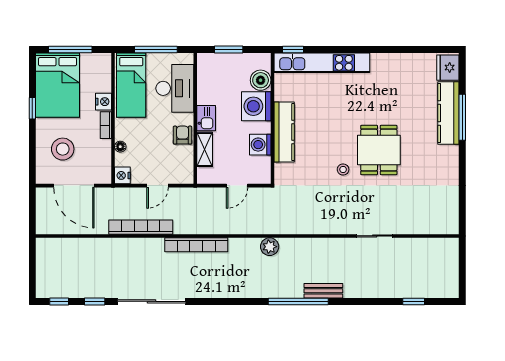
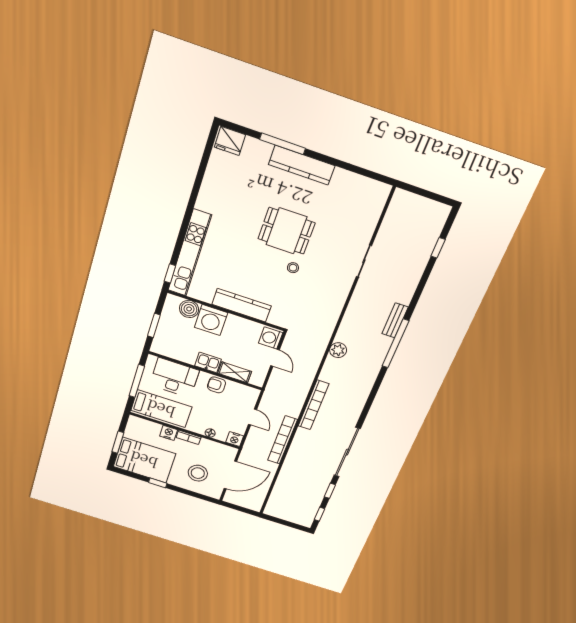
window: (70, 50) -> (118, 442), width x0.69
kitchen counter: (448, 113) -> (302, 165), moved
washing machine: (260, 145) -> (271, 338), moved, turned 90

